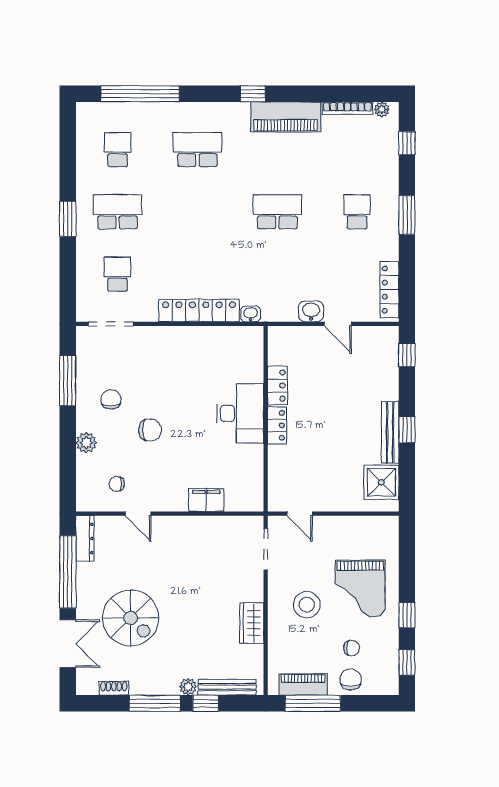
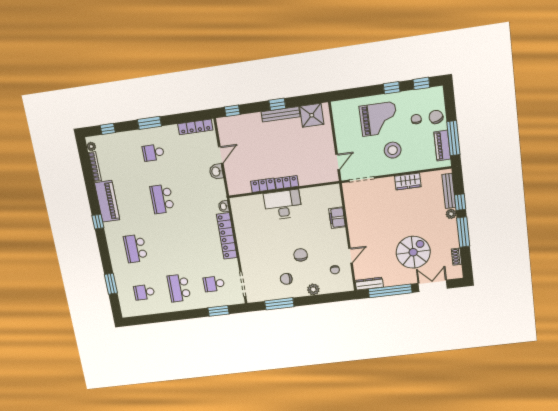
window: (140, 94) -> (111, 284), width x0.47
window: (68, 219) -> (219, 311), moved
chair: (351, 680) -> (436, 117), turned 68

